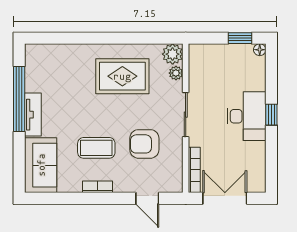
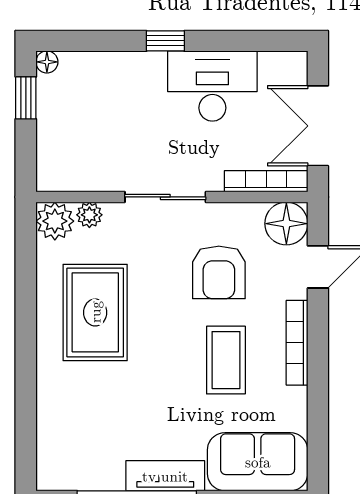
desk: (247, 116) -> (212, 86), moved
floor lamp: (171, 181) -> (286, 224), added
bookcase: (97, 187) -> (297, 343), width x1.56

